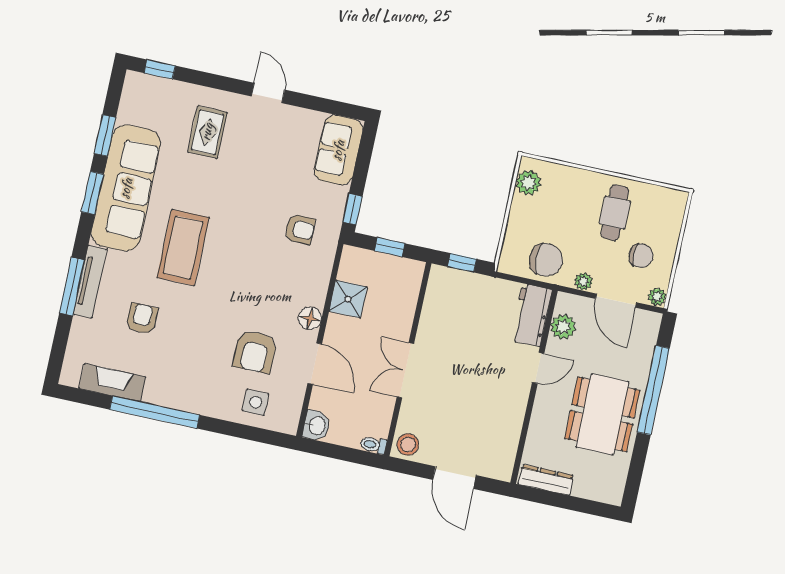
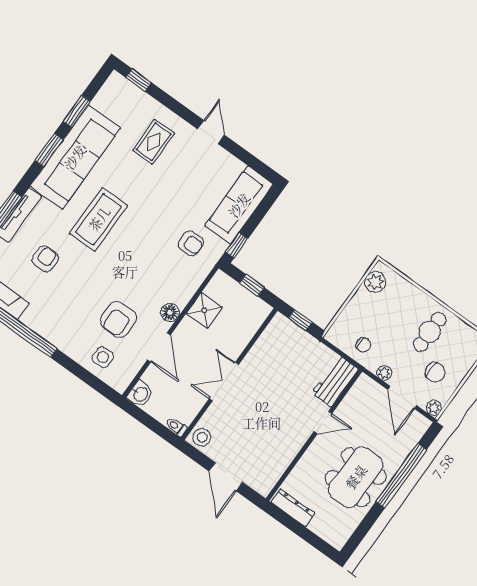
sofa: (338, 150) -> (239, 205), width x1.36
chair: (546, 260) -> (364, 345), width x0.54, depth x0.54
plant: (563, 327) -> (355, 400), removed

